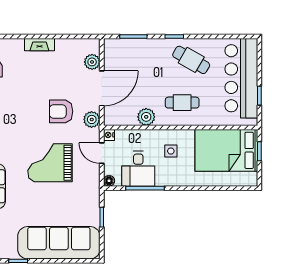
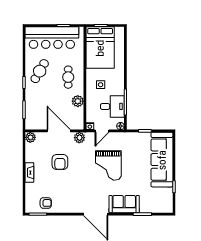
plant: (92, 62) -> (30, 137), moved
armchair: (61, 111) -> (60, 162), moved

